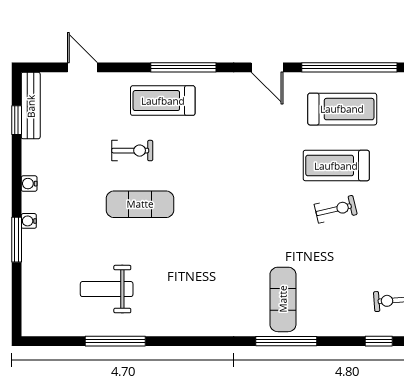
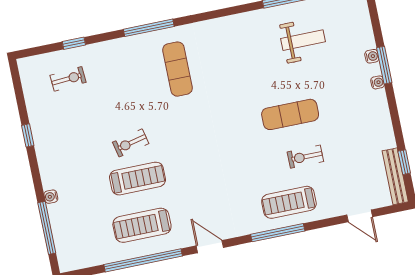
treadmill: (163, 101) -> (289, 202), turned 180
water cooler: (29, 184) -> (372, 56), moved
exercise mat: (283, 299) -> (177, 69), moved

